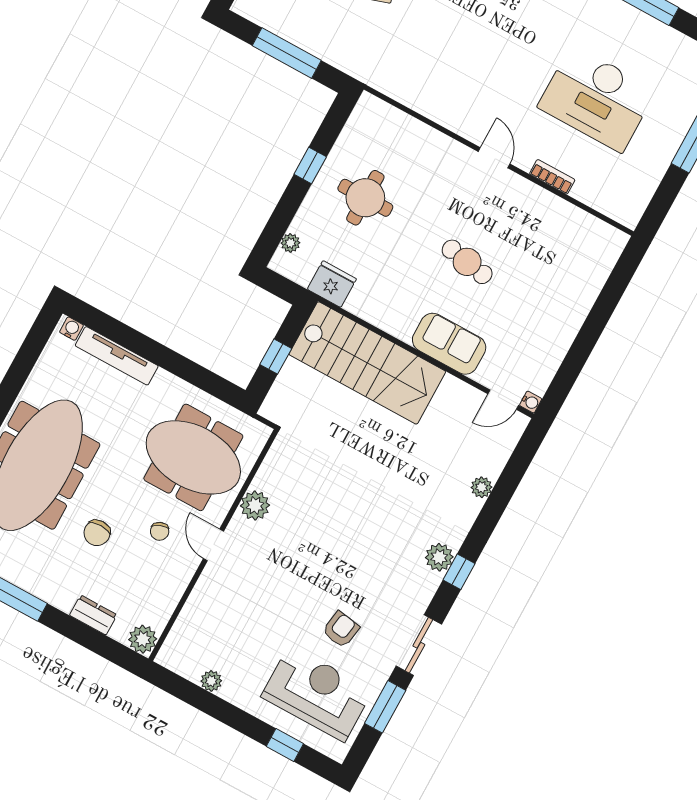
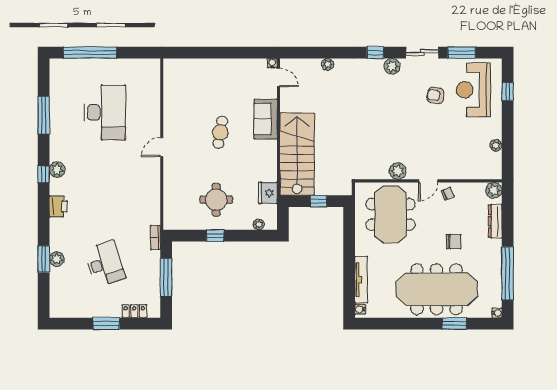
bookcase: (552, 177) -> (155, 238), moved
chair: (160, 531) -> (448, 194), moved
plant: (439, 557) -> (392, 66), moved
dresser: (93, 615) -> (495, 221), width x1.44

